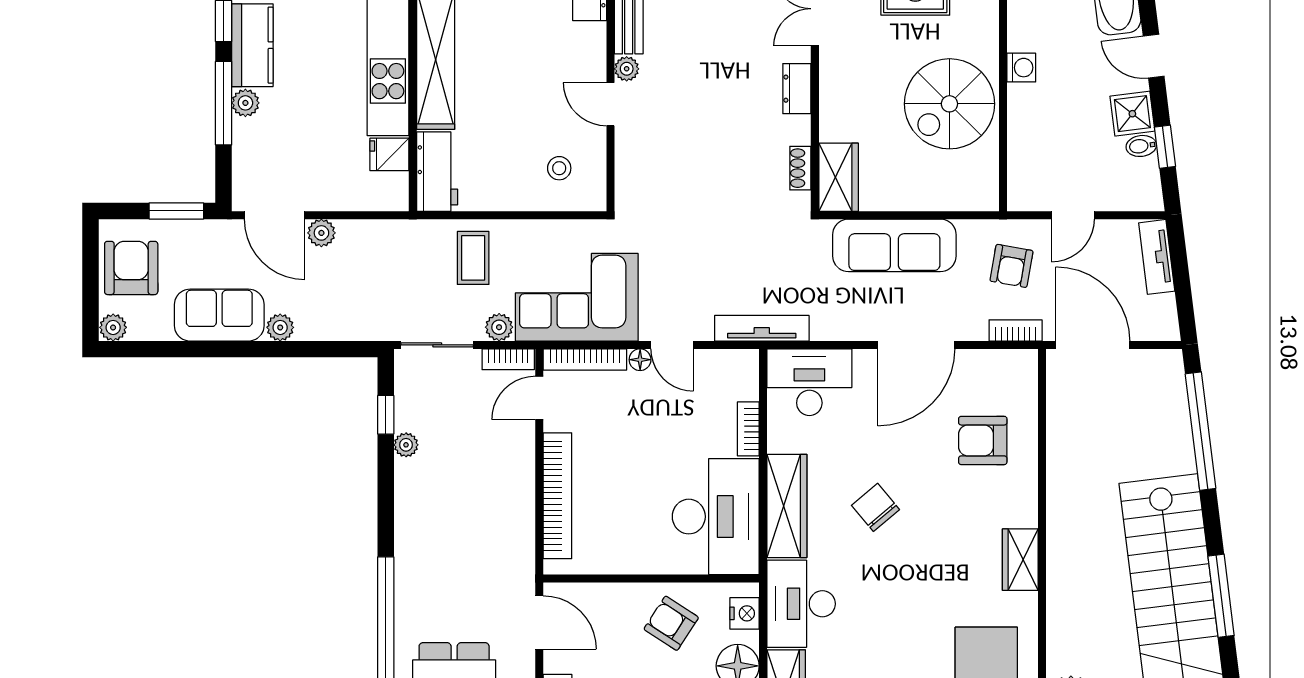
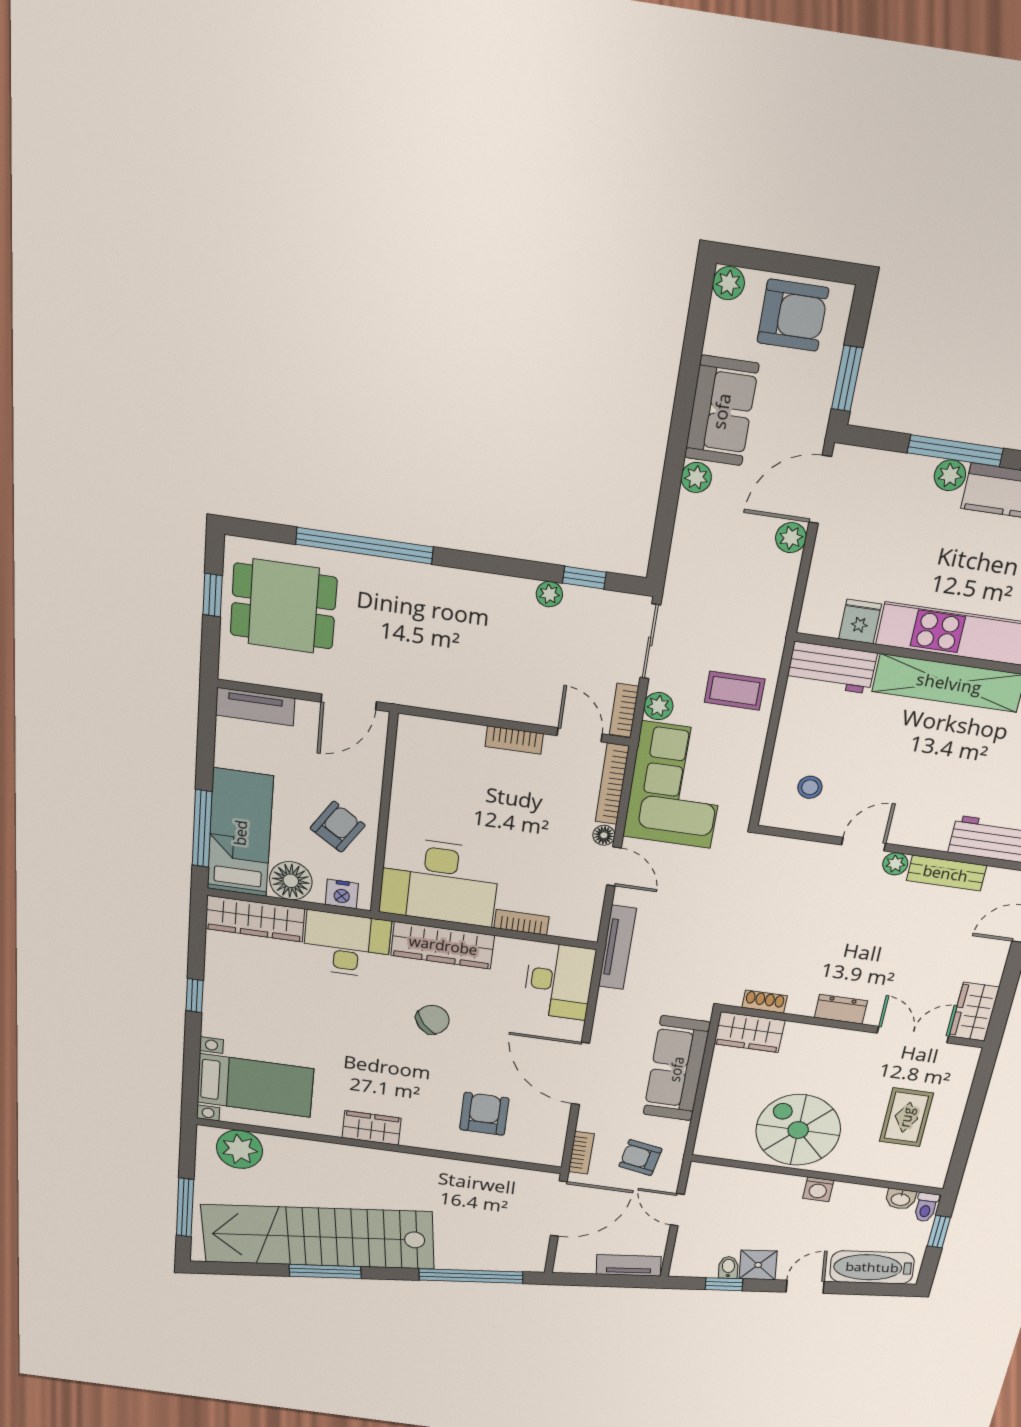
door: (672, 345) -> (614, 866), swing flipped
bookcase: (557, 496) -> (514, 740), width x0.43, depth x0.76

